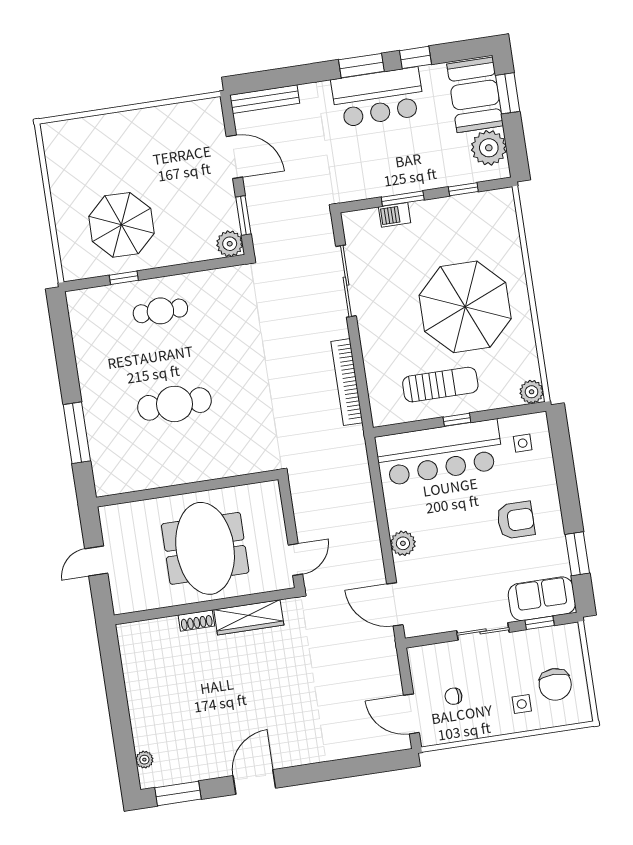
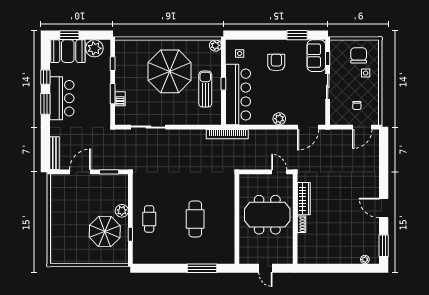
plant: (230, 244) -> (122, 211), moved
bookcase: (347, 382) -> (227, 134), moved
chair: (555, 684) -> (359, 55), turned -90

